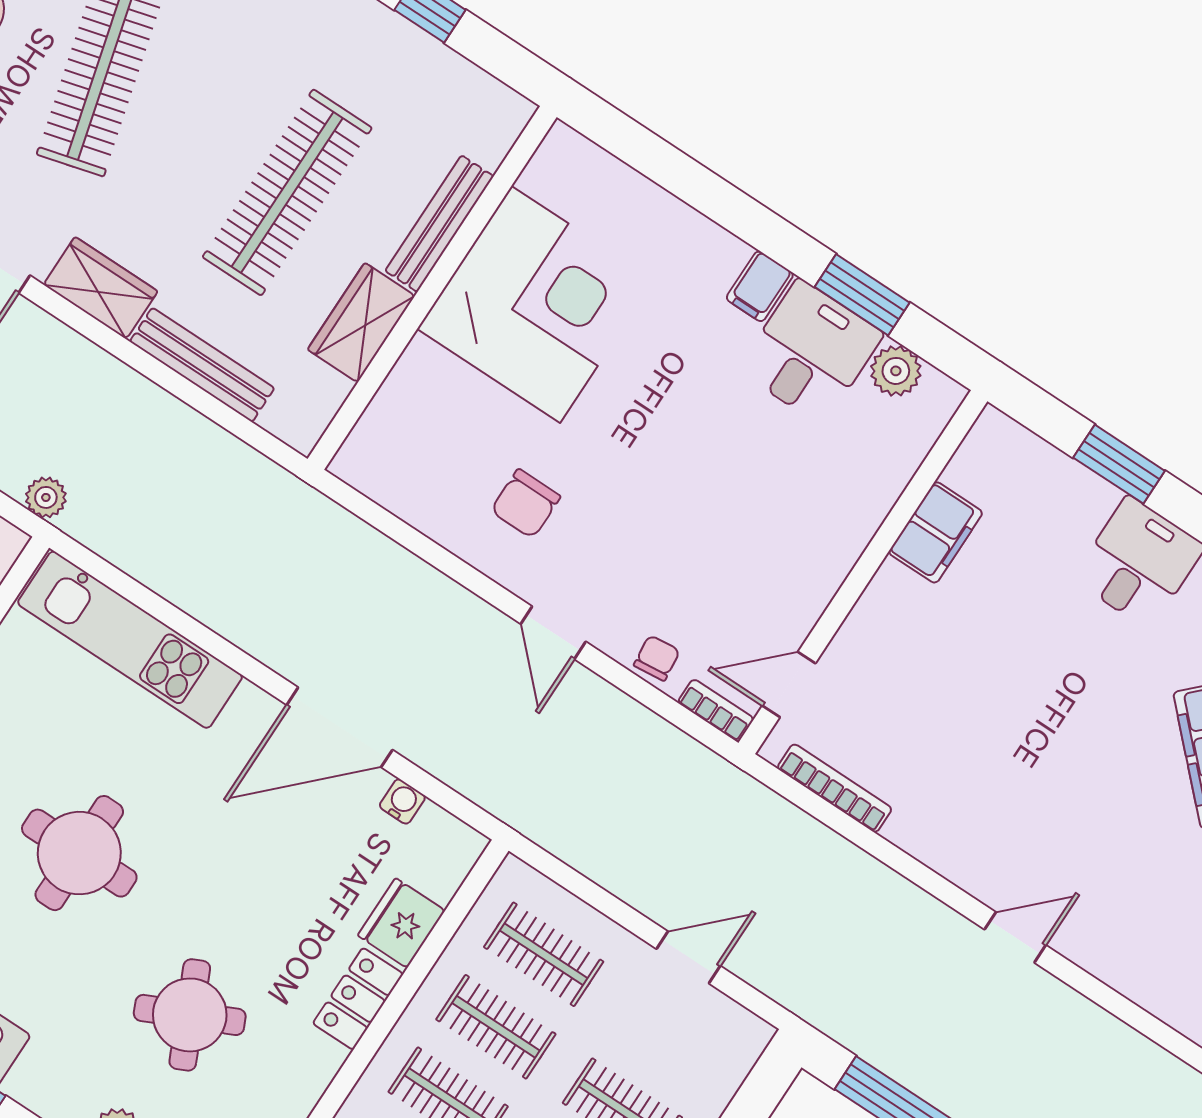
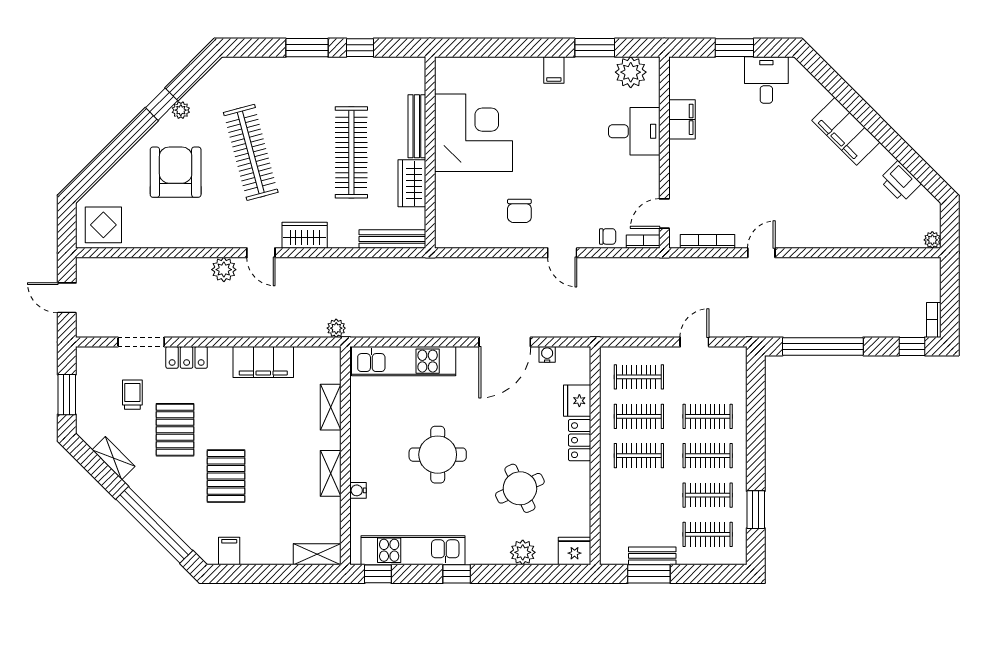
desk: (811, 352) -> (634, 131), moved, turned 90
bench: (202, 365) -> (392, 239), moved
plant: (896, 371) -> (631, 72), width x1.36, depth x1.36
chair: (657, 658) -> (608, 236), turned 96
door: (1015, 937) -> (761, 253), moved

